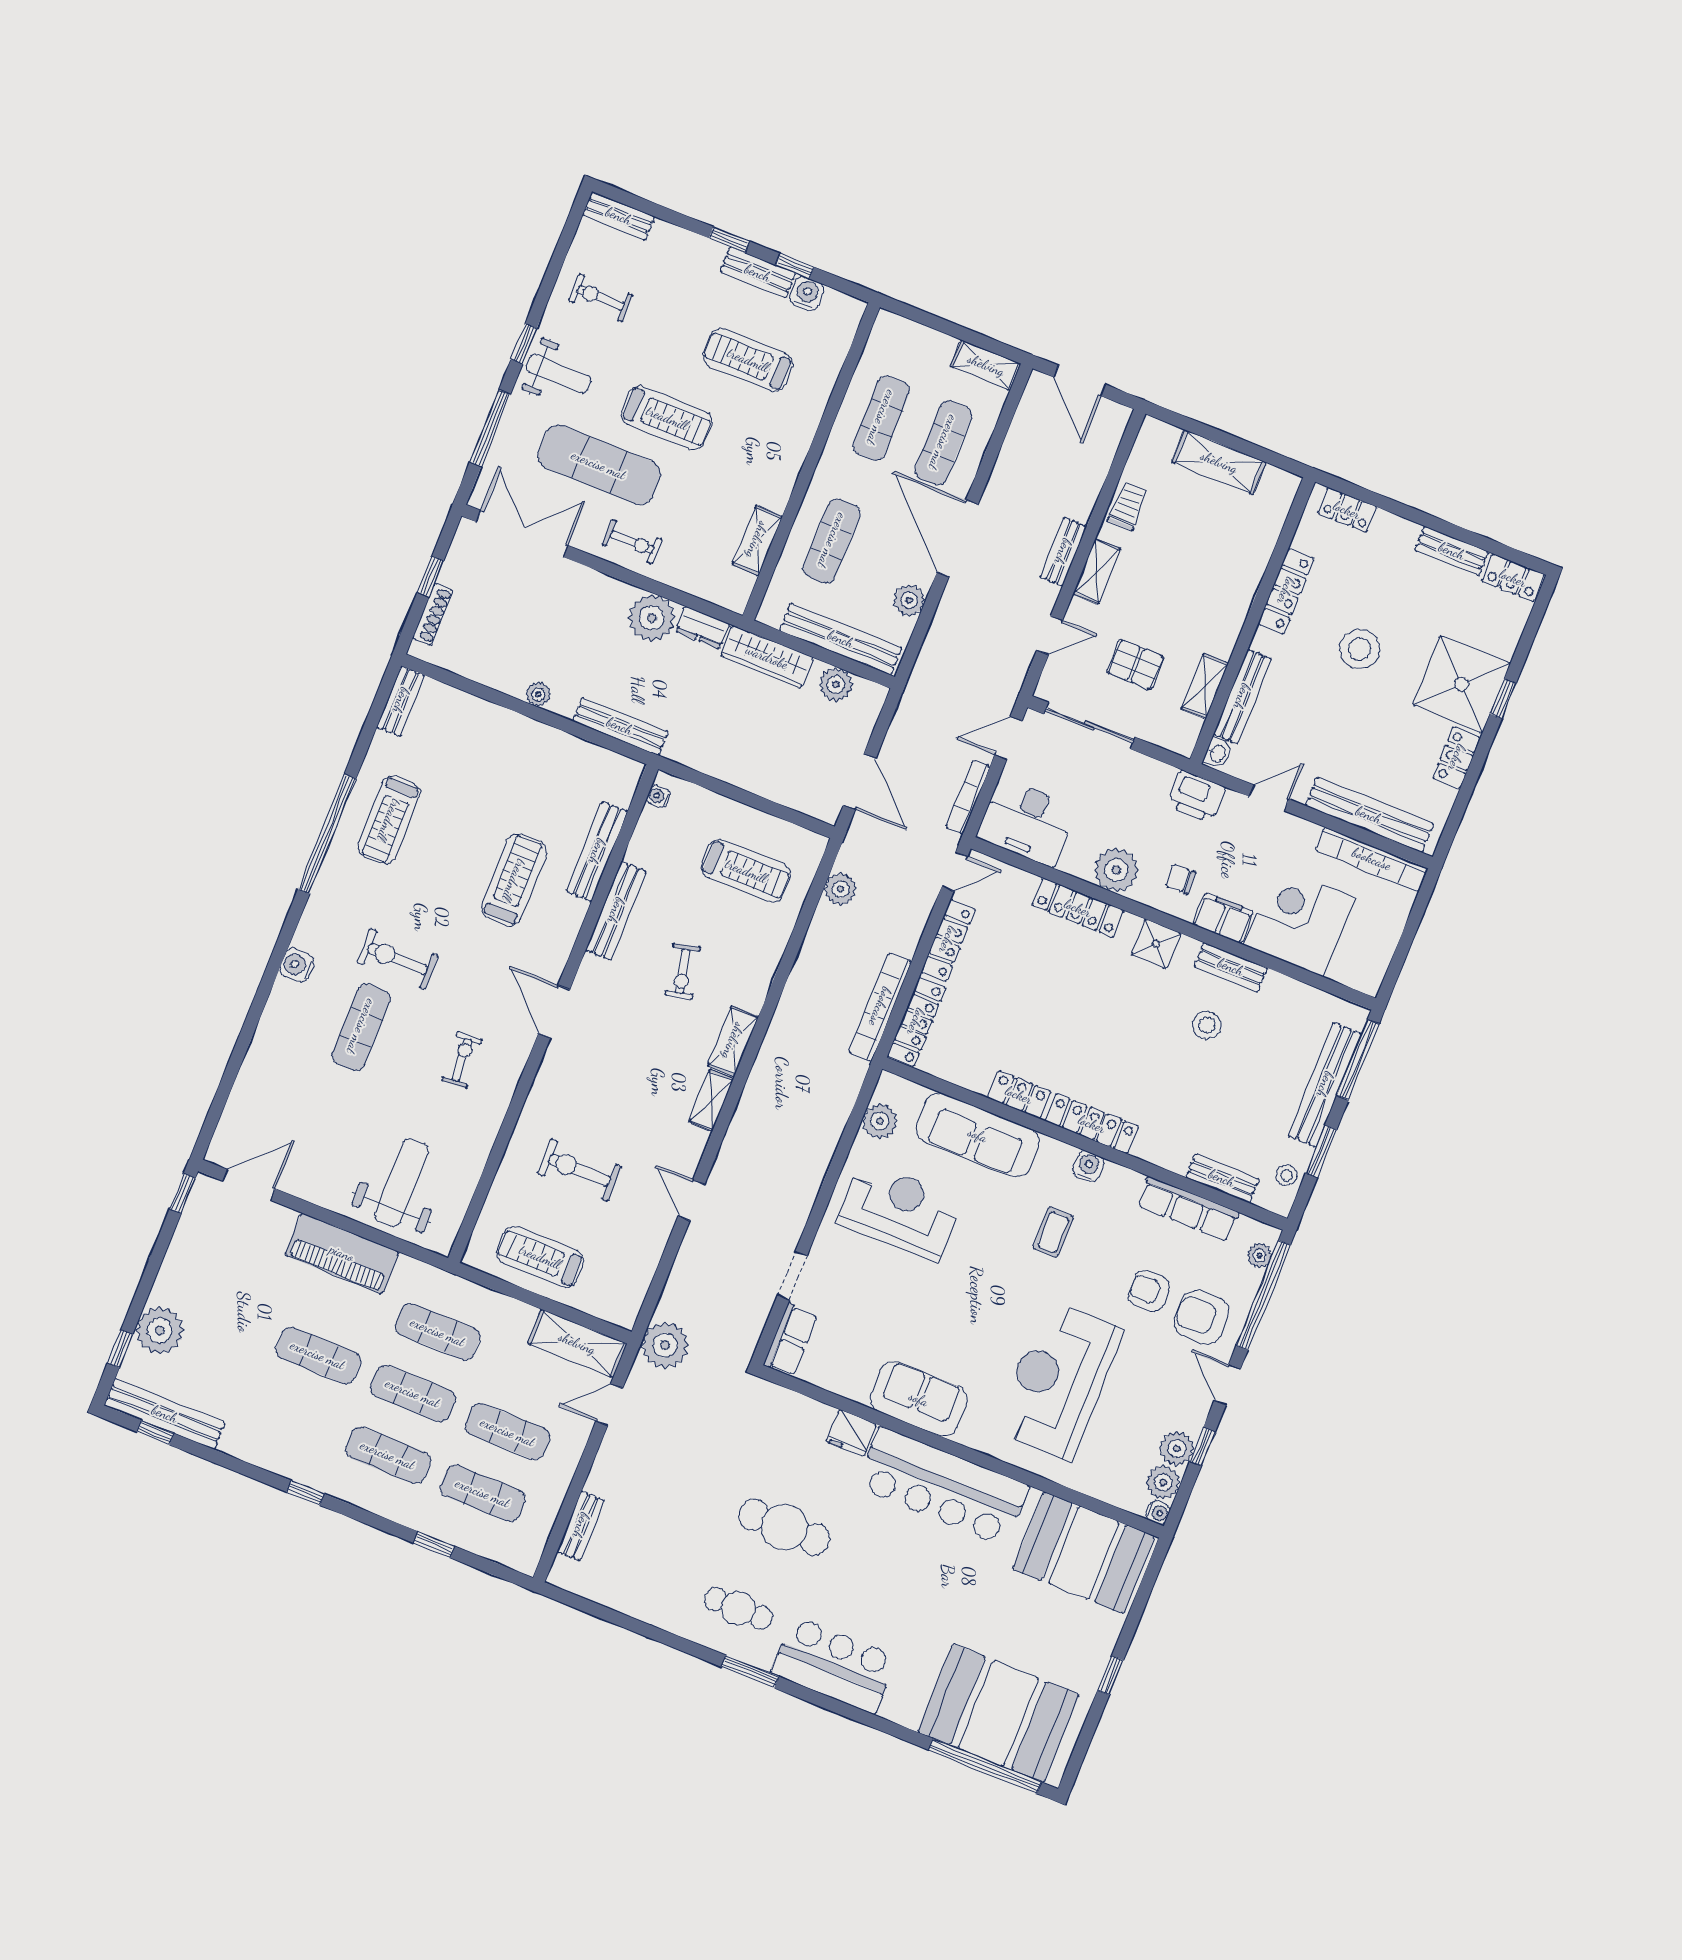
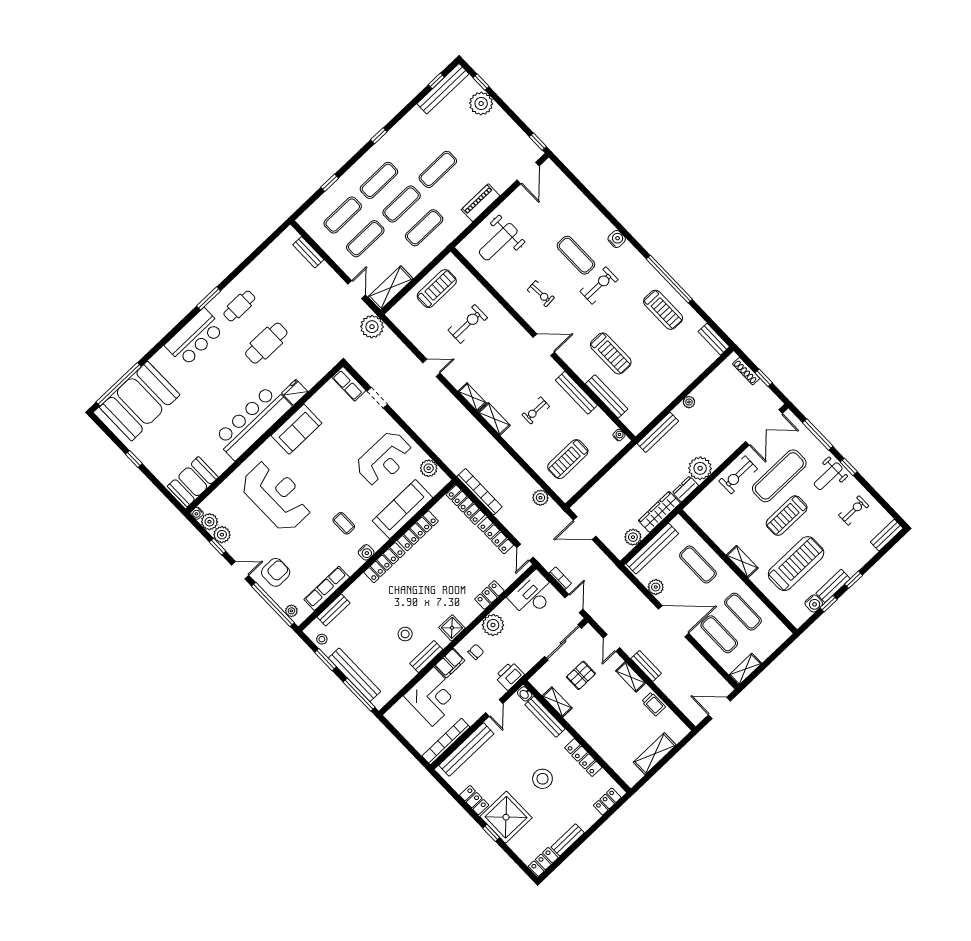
treadmill: (748, 360) -> (796, 564), width x1.37, depth x1.37
shelving: (757, 540) -> (742, 562), moved
exercise bike: (632, 542) -> (738, 475), width x1.38, depth x1.39
bookcase: (968, 797) -> (560, 578), width x0.64
treadmill: (389, 820) -> (663, 310), turned 180
locker: (1078, 908) -> (489, 595), width x0.66
exercise bike: (683, 971) -> (536, 410), turned -77
locker: (1019, 1095) -> (418, 531), width x1.53
weight bench: (401, 1183) -> (498, 242), turned 90
piano: (342, 1253) -> (481, 203), width x0.73, depth x0.75
armchair: (1149, 1291) -> (298, 554), removed
booth: (1084, 1553) -> (193, 482), width x0.73, depth x0.70

